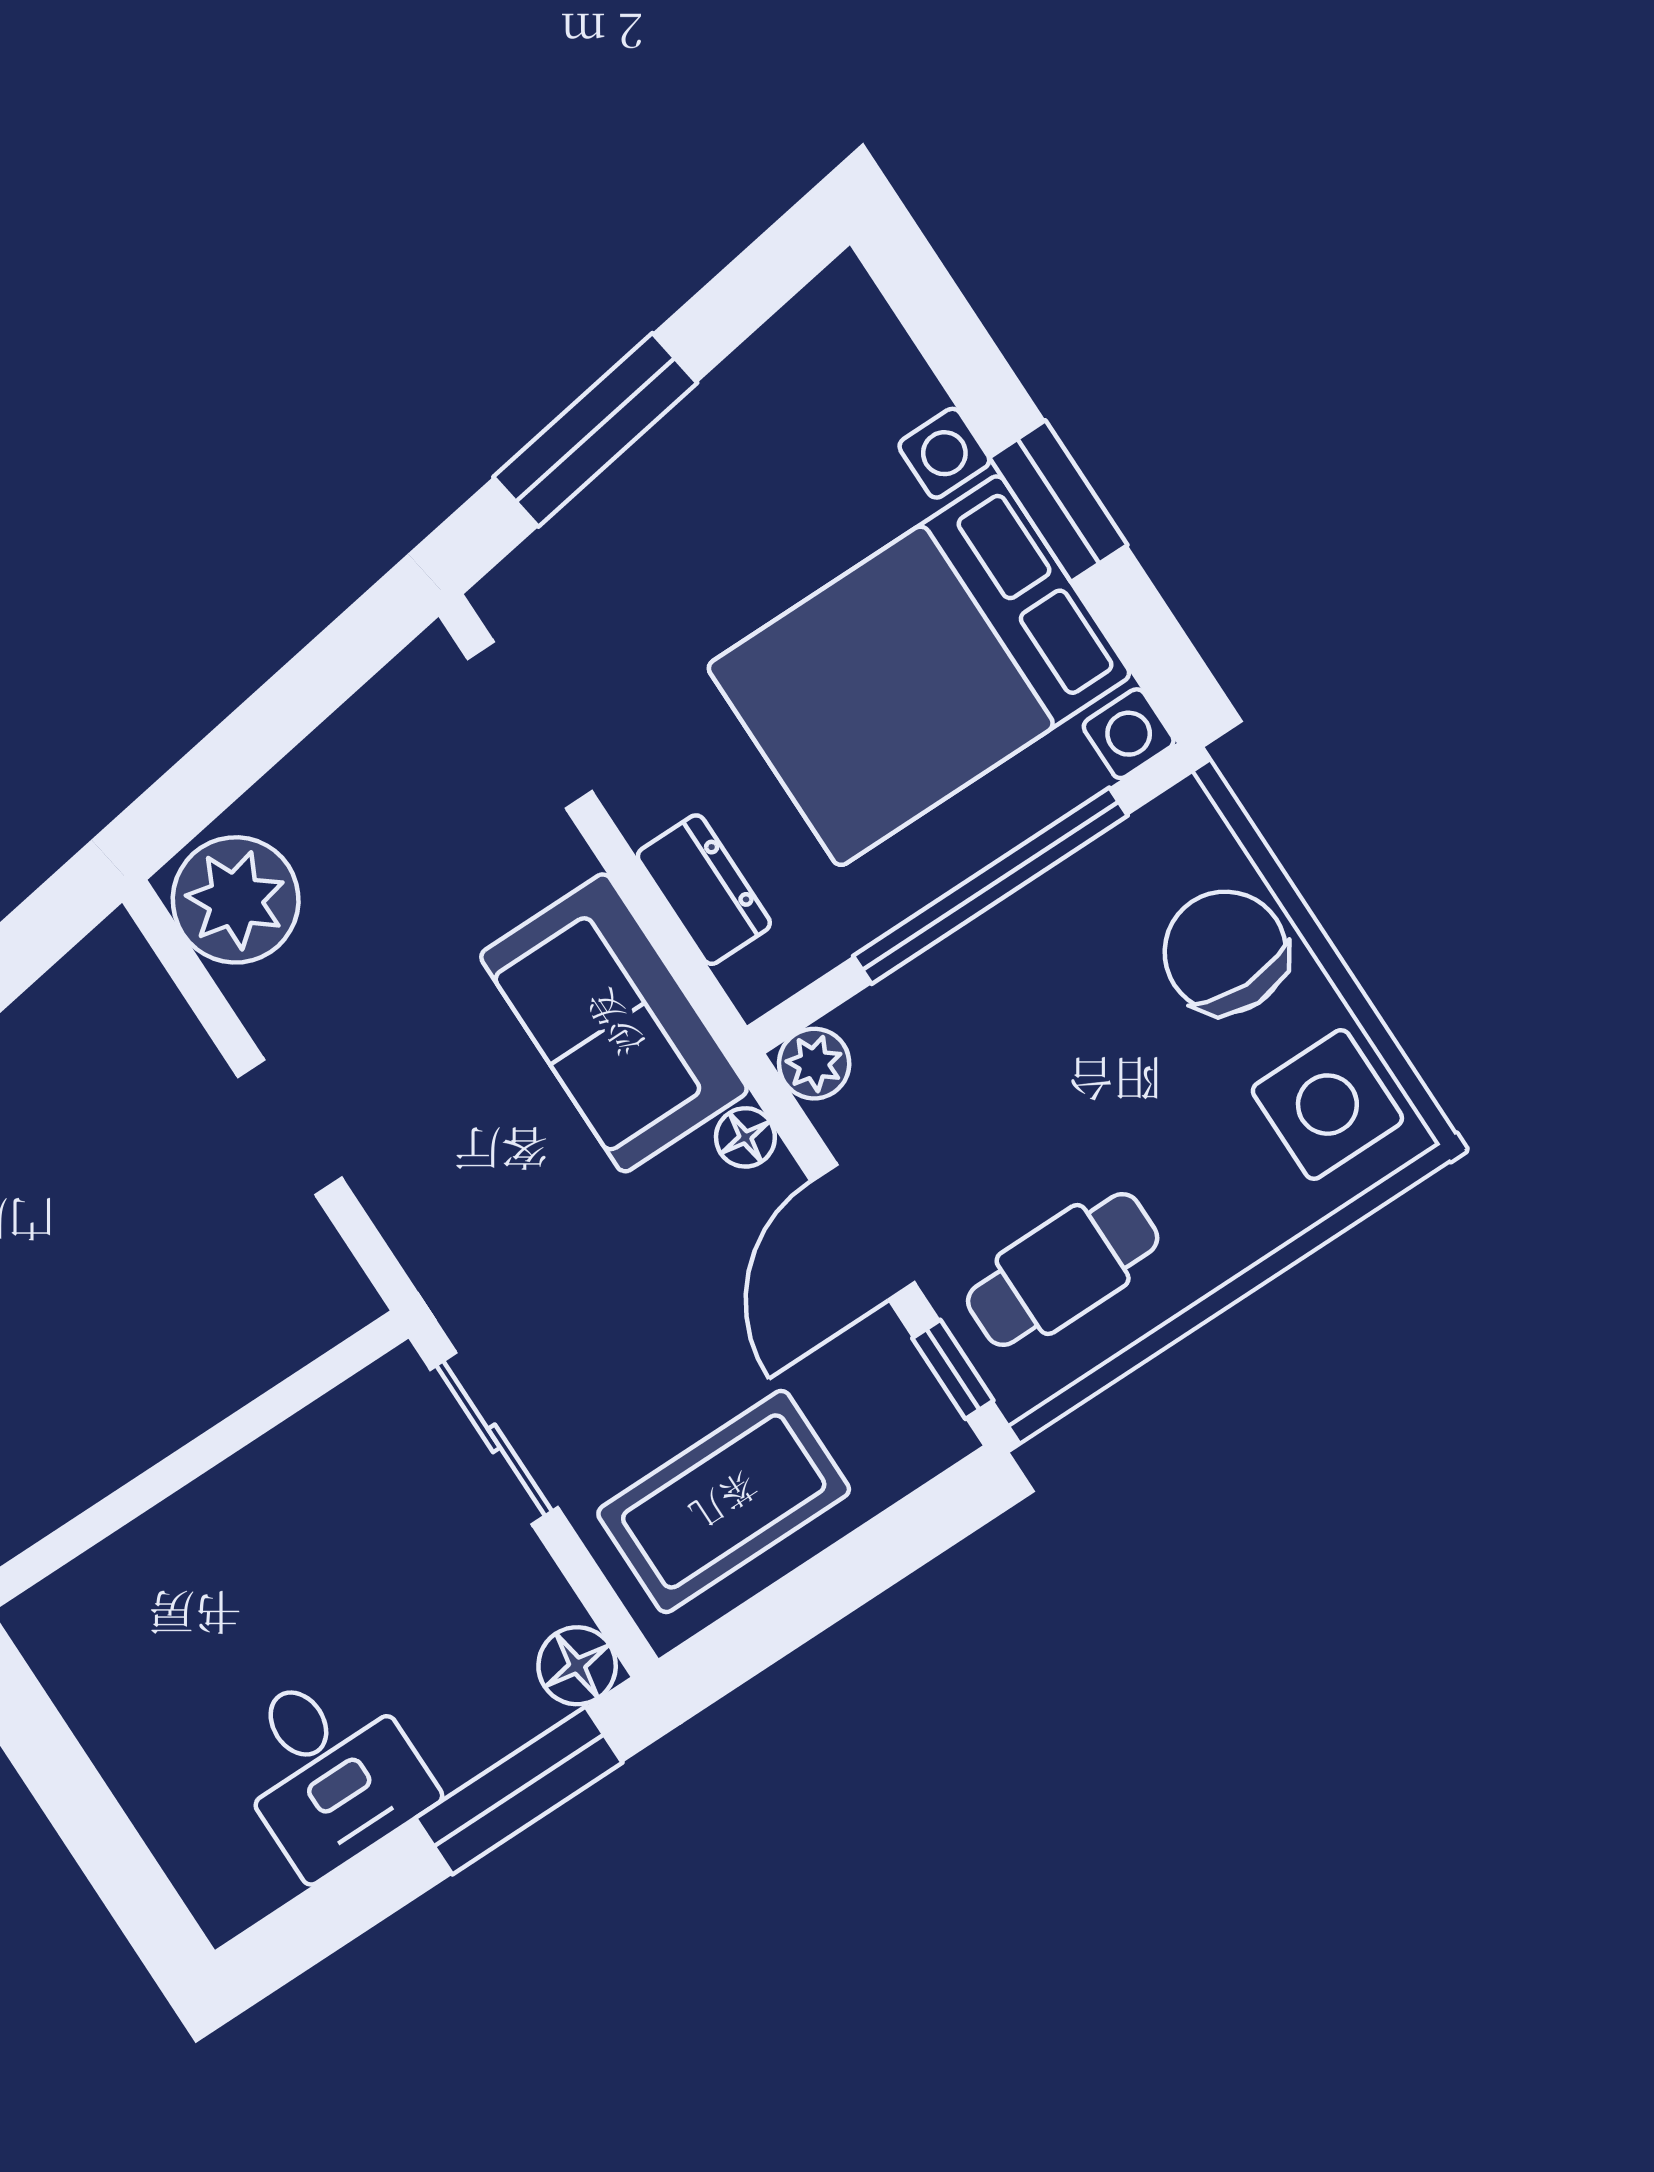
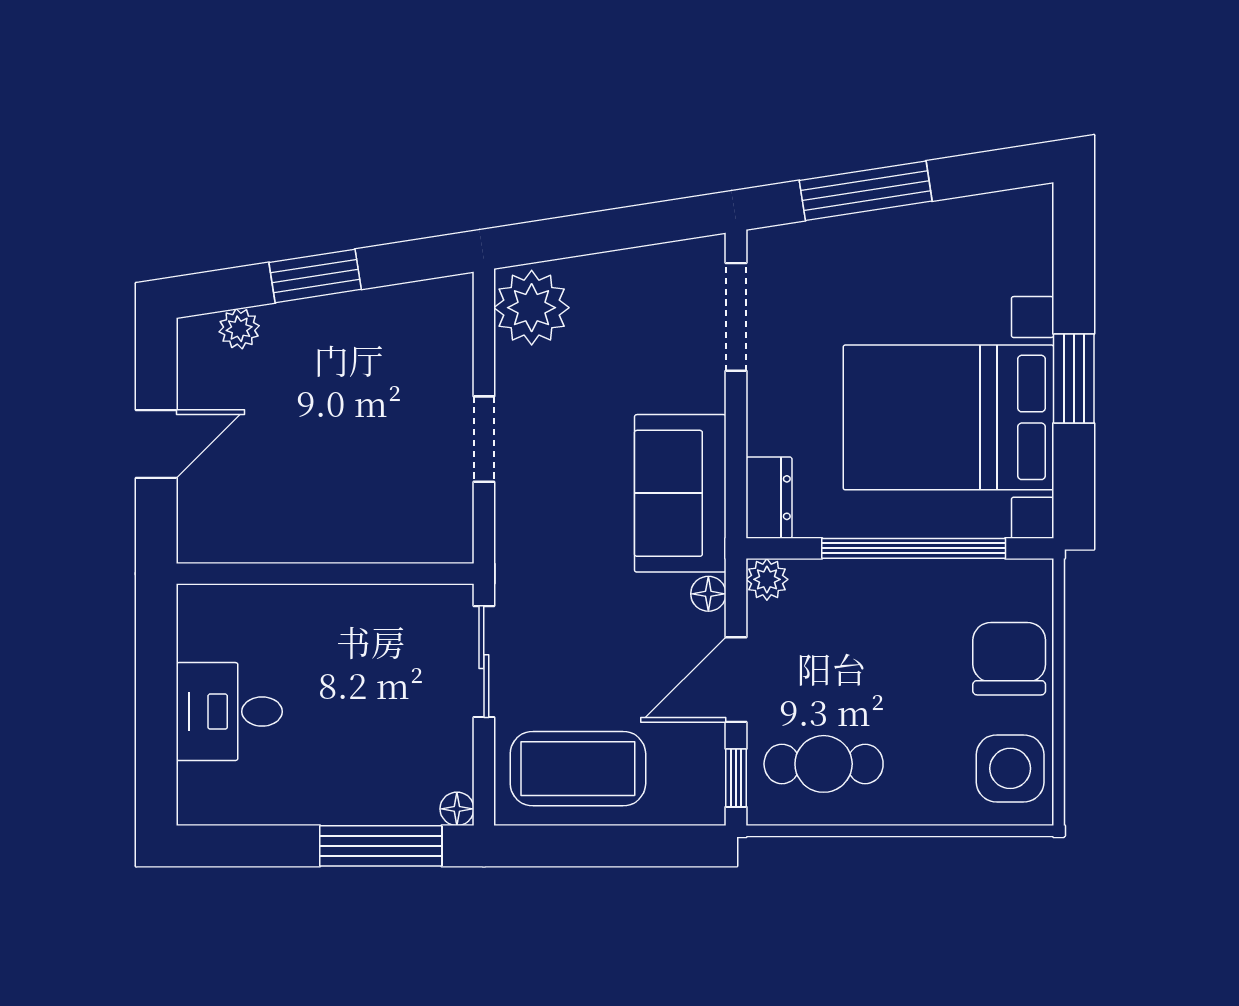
dresser: (704, 890) -> (769, 498), moved
floor lamp: (577, 1666) -> (457, 809), width x0.73, depth x0.73
desk: (329, 1769) -> (229, 712), moved, turned 90

